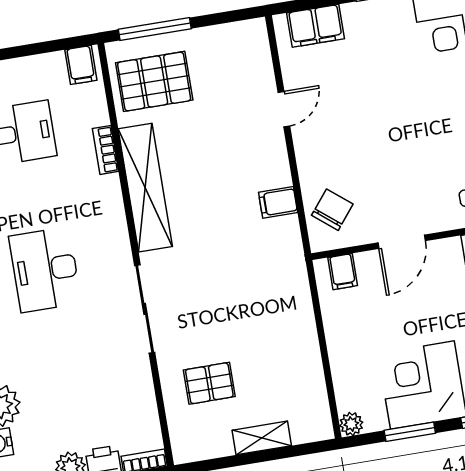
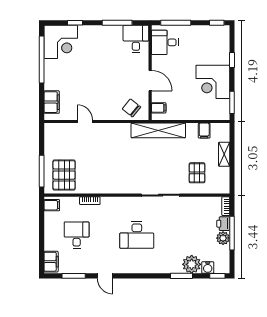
shelving: (145, 188) -> (158, 130), moved
filing cabinet: (278, 202) -> (204, 131), moved
plant: (351, 424) -> (224, 115), removed
window: (410, 432) -> (232, 102), moved

